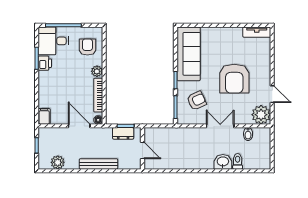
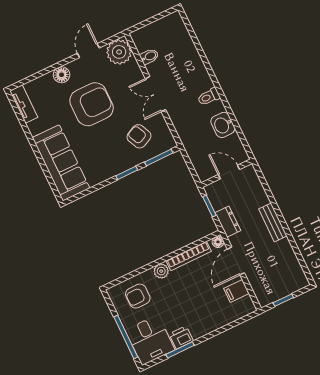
sofa: (189, 54) -> (61, 163), moved, turned 90
floor lamp: (264, 68) -> (62, 75), added
filing cabinet: (44, 116) -> (236, 291), moved
dresser: (123, 133) -> (228, 222), moved
door: (142, 150) -> (229, 172), hinge flipped
toilet: (238, 161) -> (209, 97), moved
plant: (58, 162) -> (291, 266), removed
washbasin: (223, 162) -> (223, 125), moved
bench: (98, 164) -> (273, 222), width x0.73

